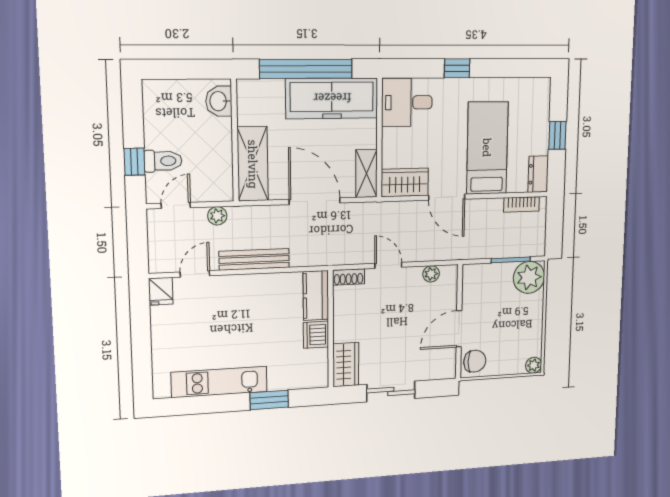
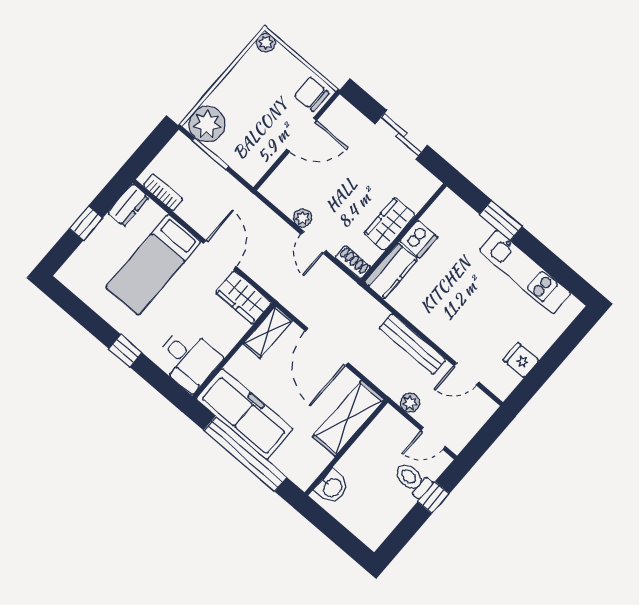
plant: (431, 274) -> (302, 218), moved
fridge: (161, 291) -> (521, 360), moved, turned -90
wardrobe: (346, 365) -> (390, 224), moved

